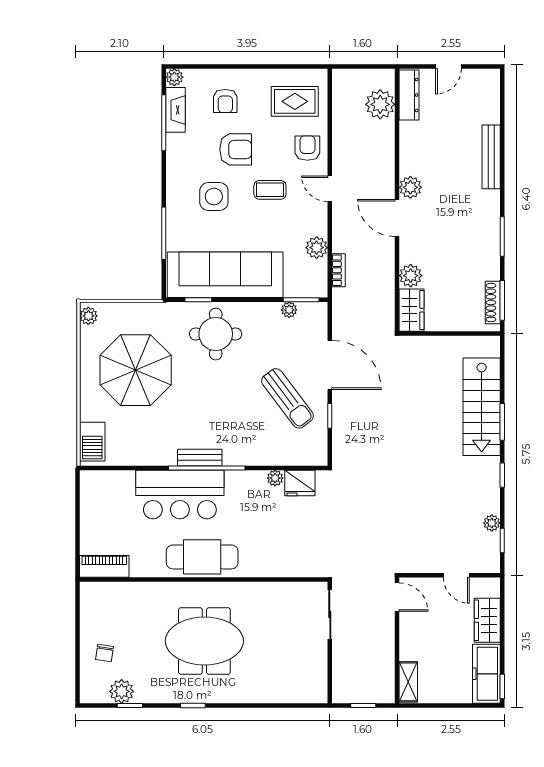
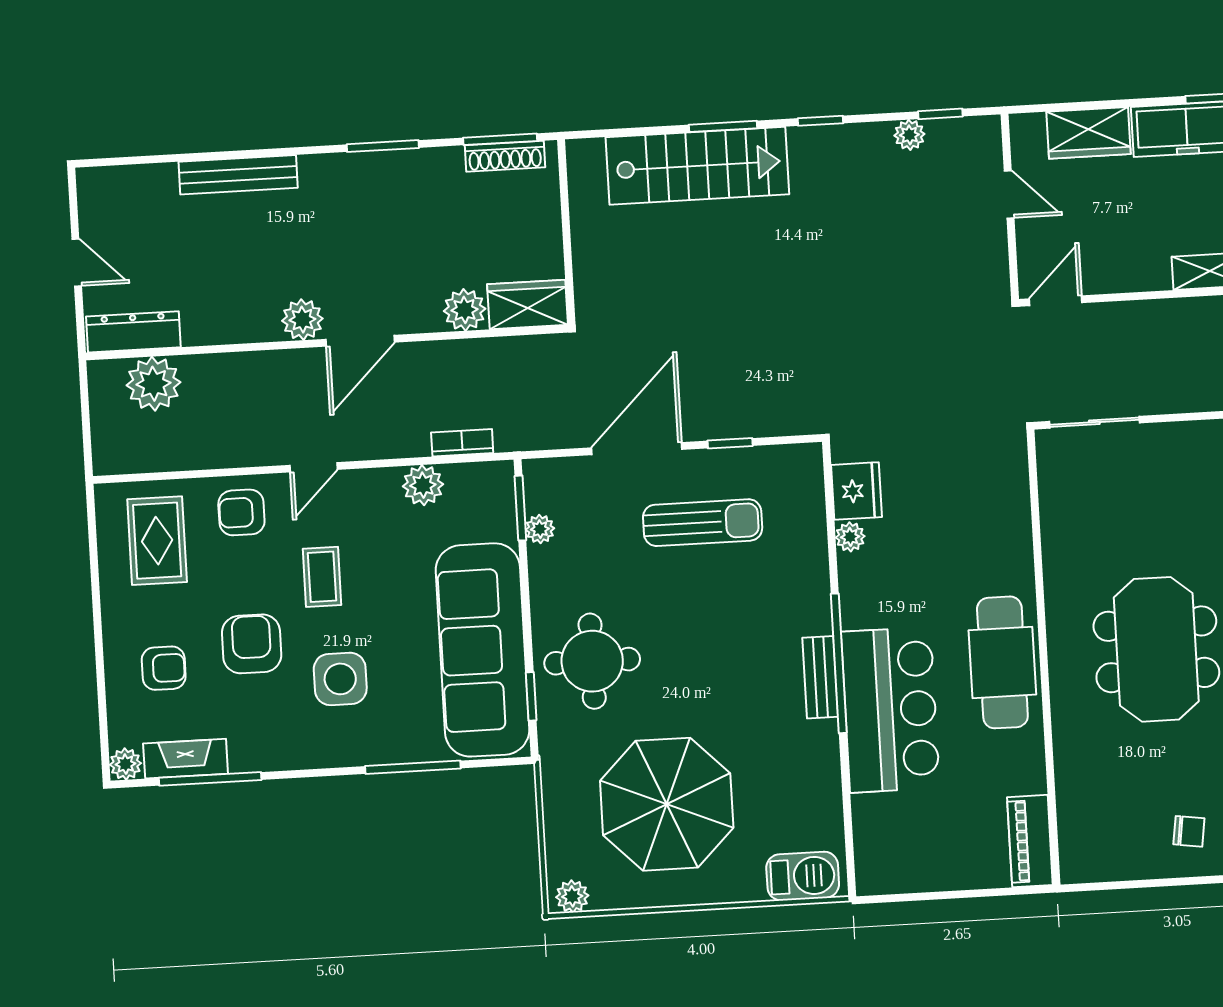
sun lounger: (287, 398) -> (703, 523), turned 37
door: (456, 575) -> (1009, 194), hinge flipped

